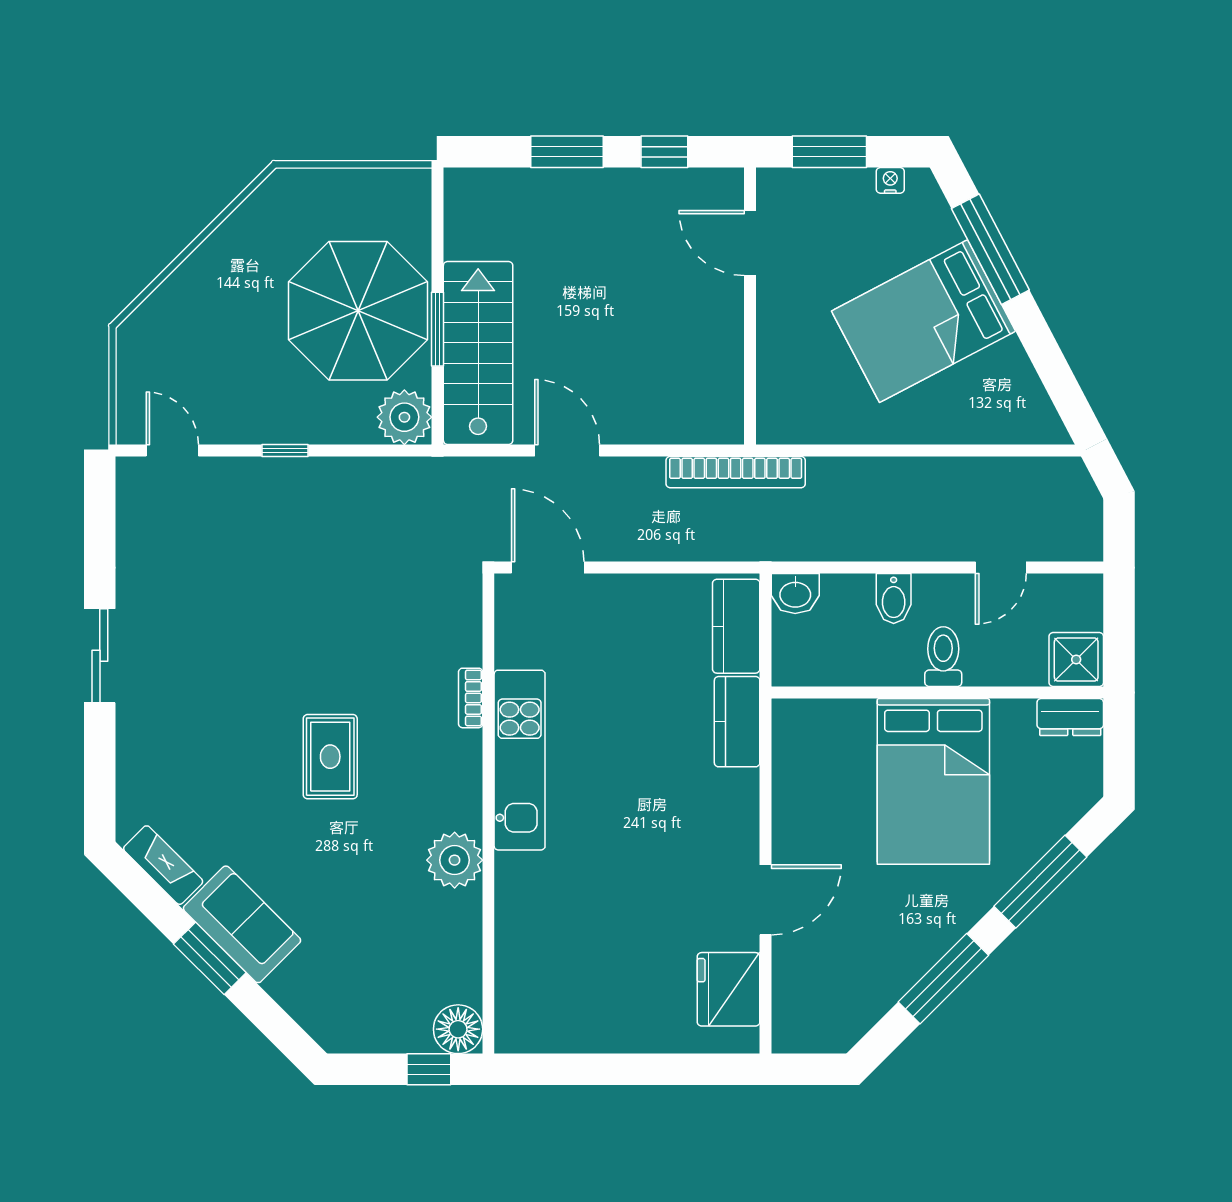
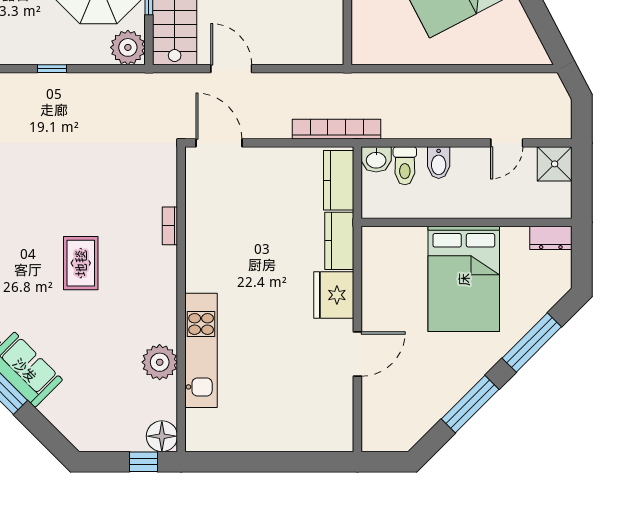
bookcase: (736, 472) -> (337, 129), moved, turned 180
toilet: (943, 657) -> (405, 166), moved, turned 180
shower: (1076, 660) -> (555, 164), moved
kitchen unit: (520, 760) -> (201, 350), moved
plant: (455, 860) -> (160, 362), moved
fridge: (729, 989) -> (334, 295), moved

